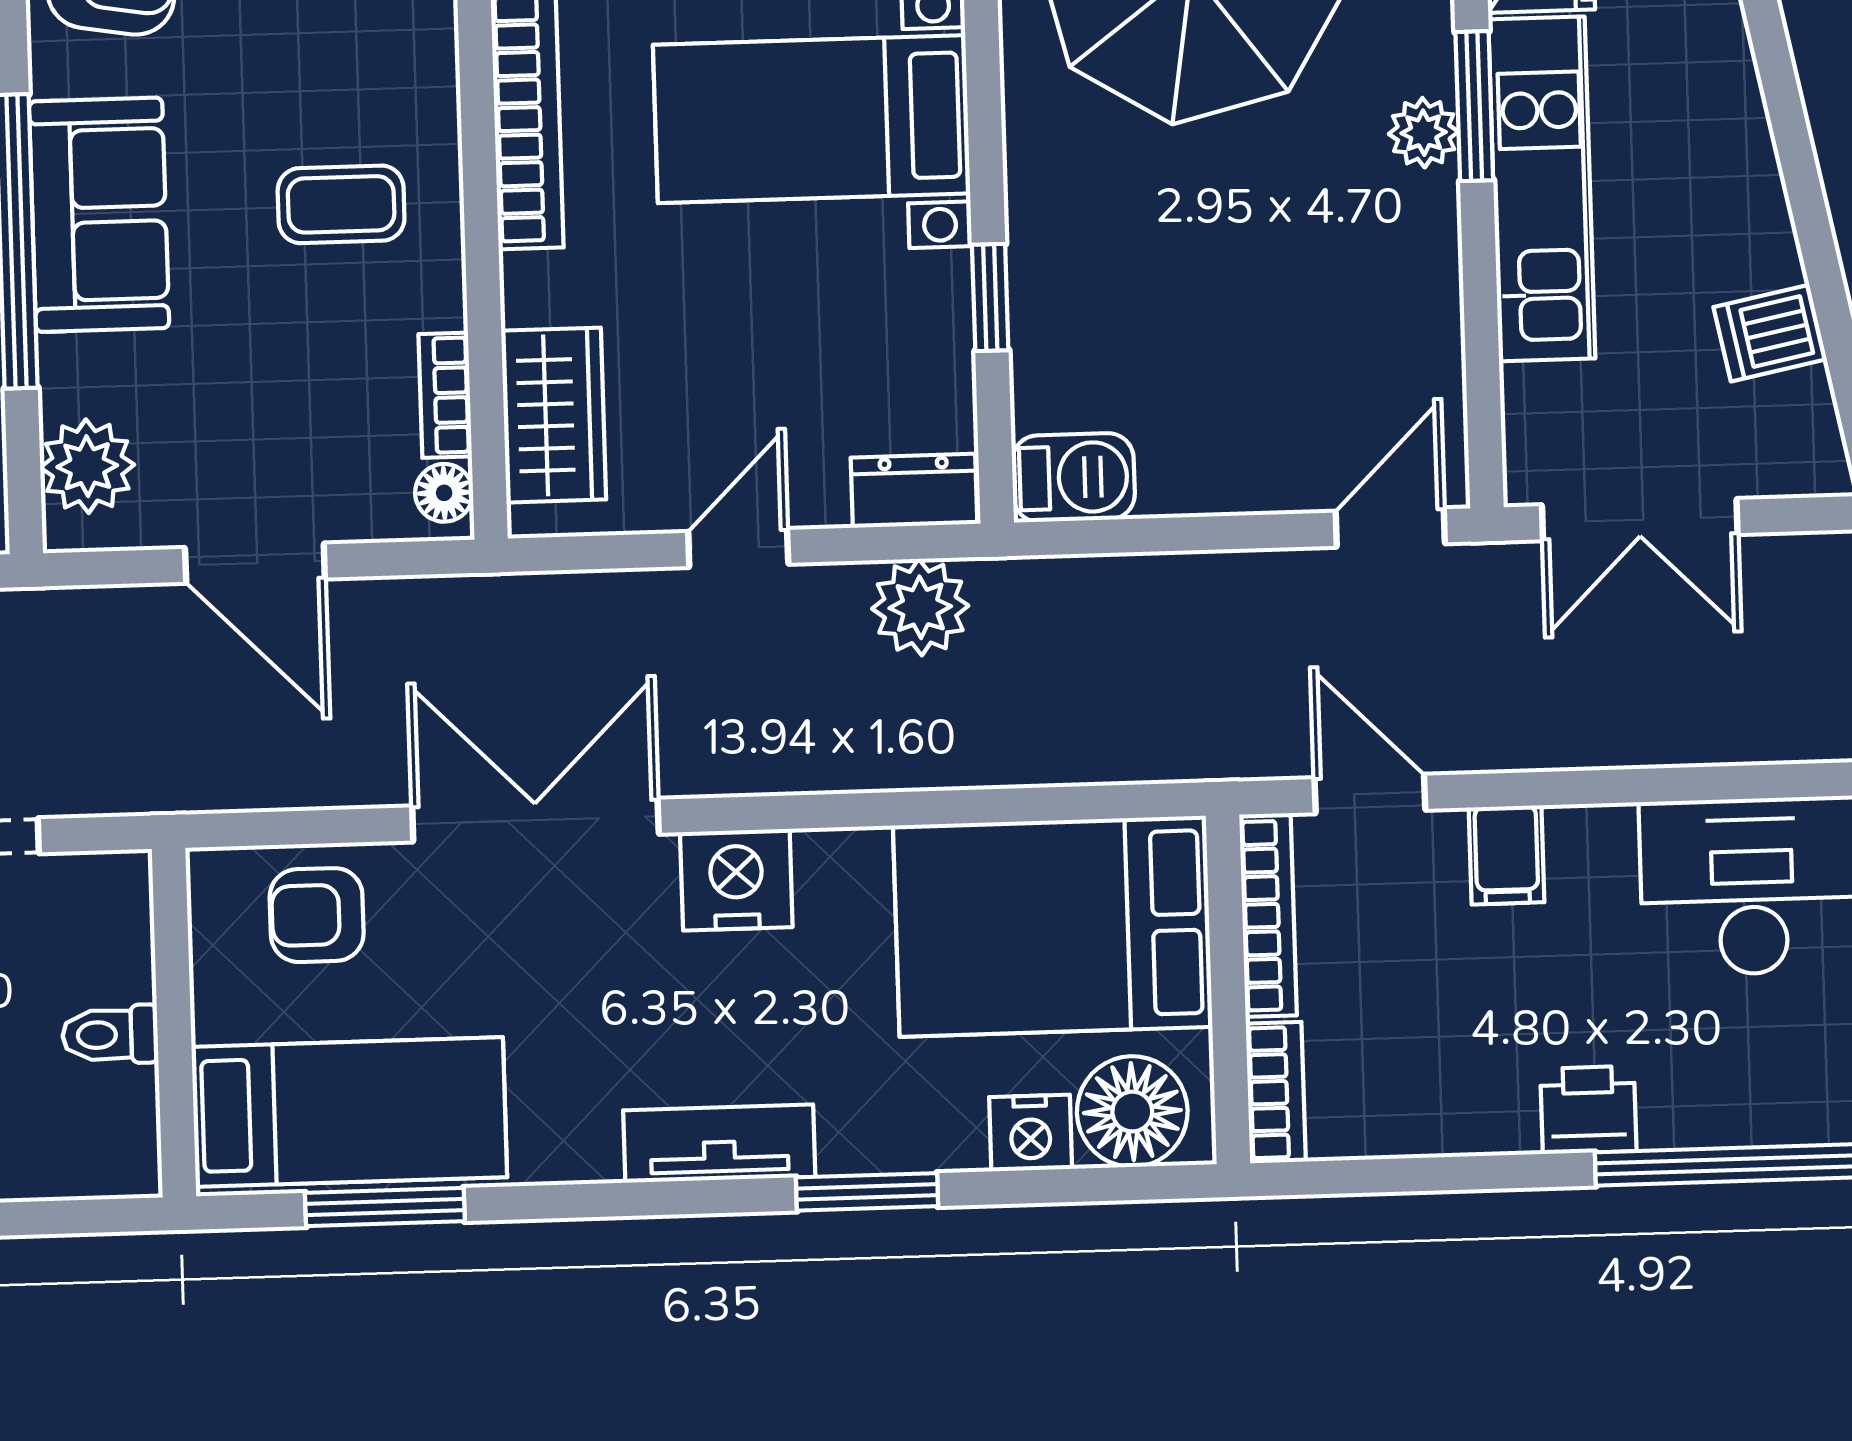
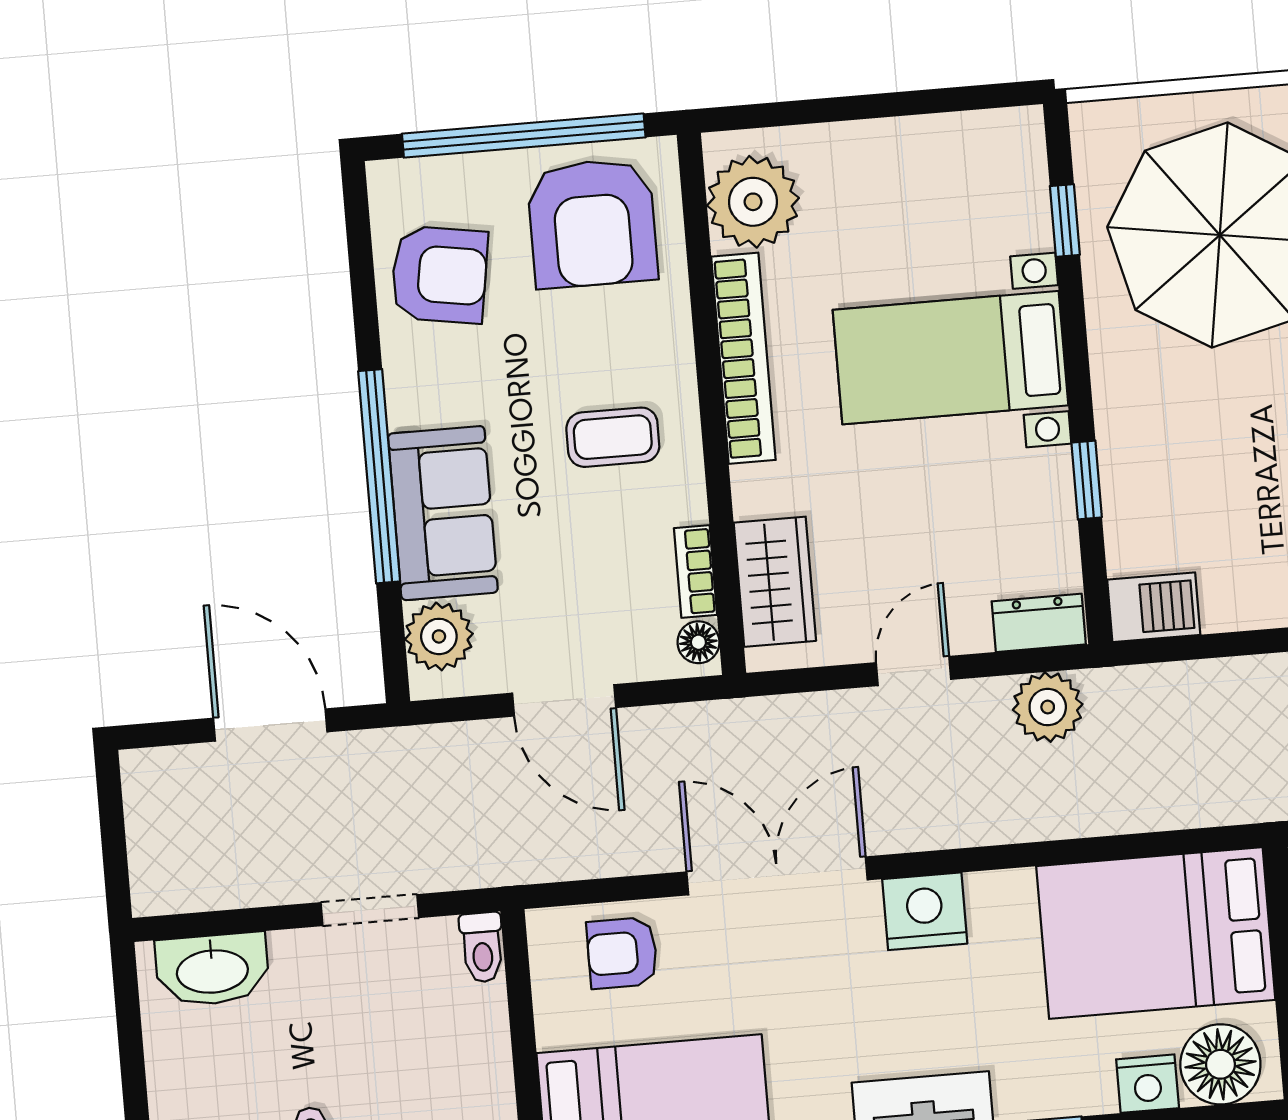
sofa: (99, 215) -> (443, 513), moved
toilet: (110, 1035) -> (482, 947), moved, turned -90

